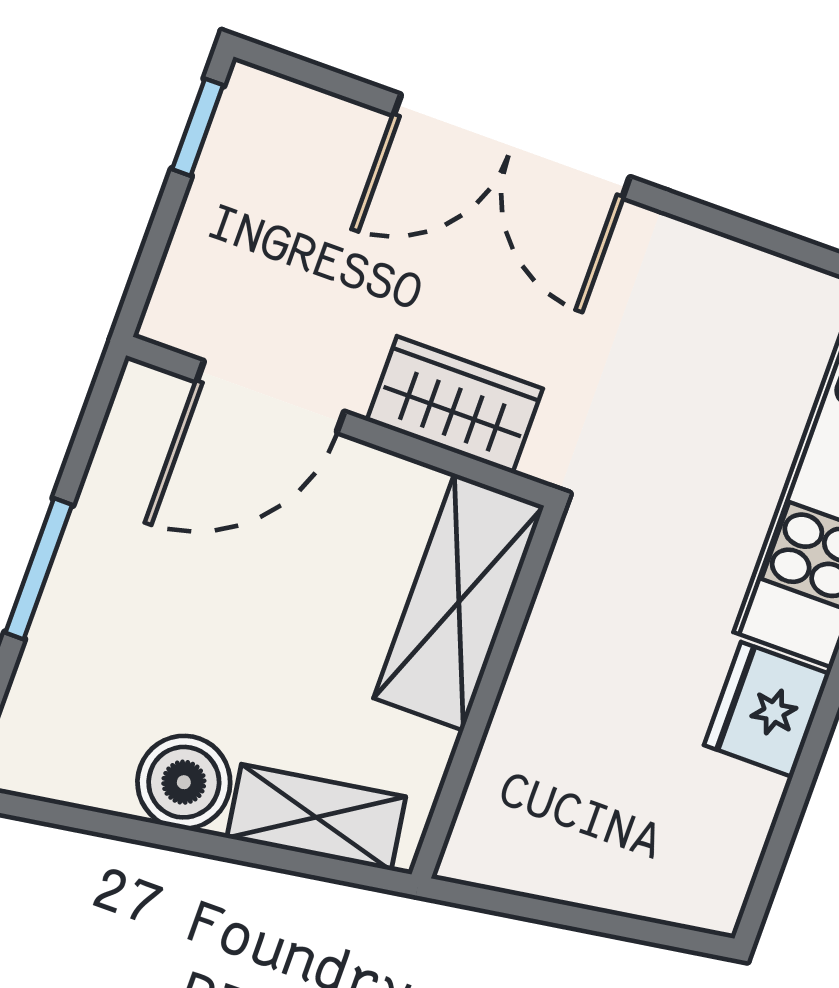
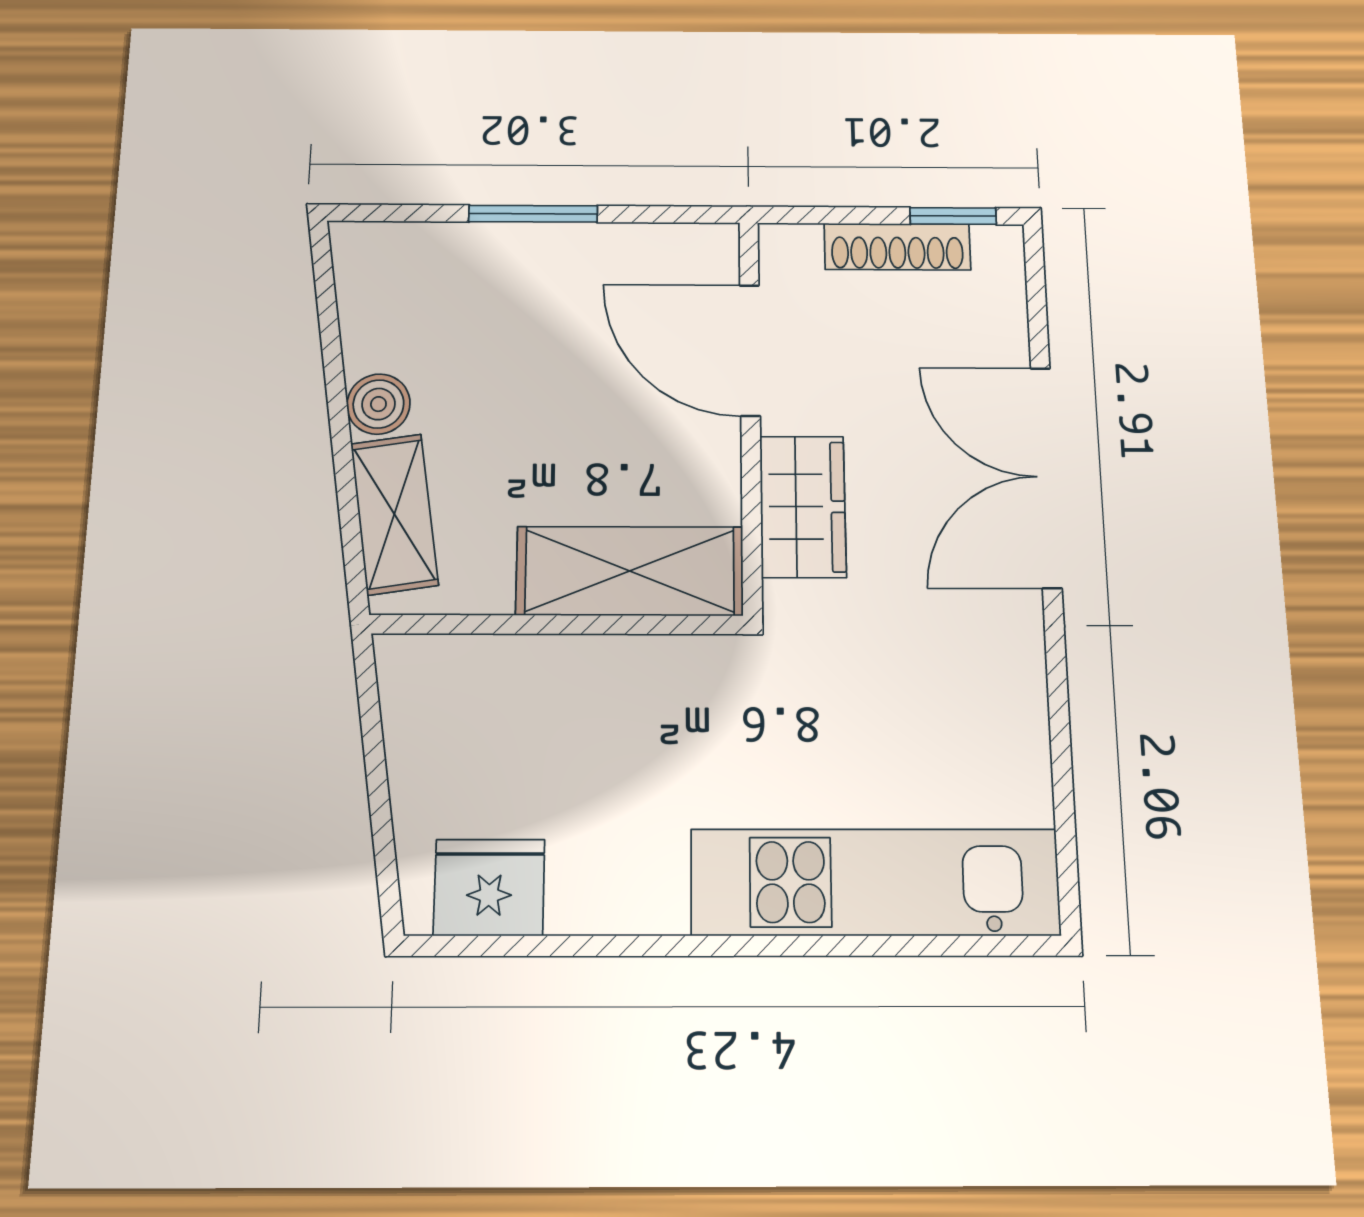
shoe rack: (211, 200) -> (897, 247), added
fridge: (767, 709) -> (489, 887), moved
boiler: (184, 782) -> (378, 404), width x0.73, depth x0.73

